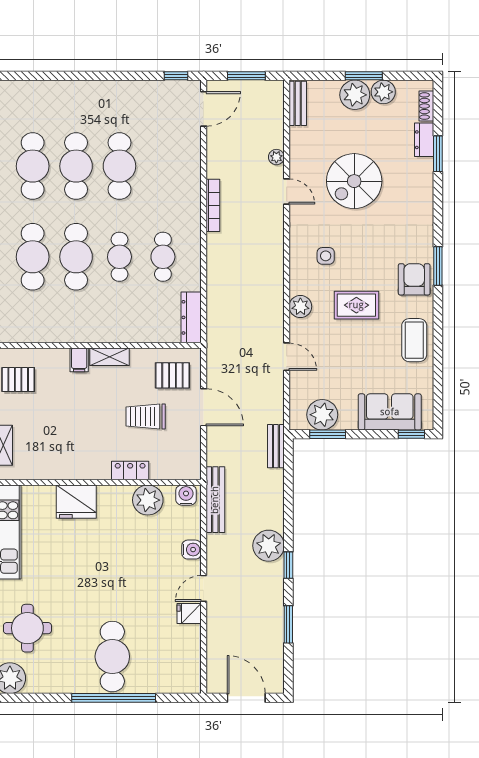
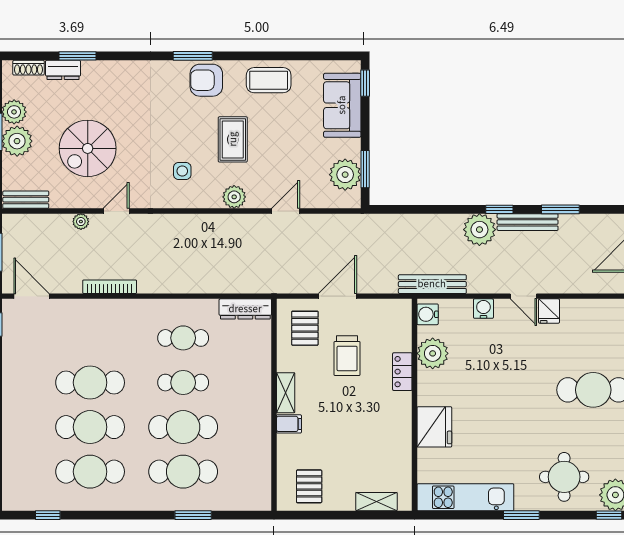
spiral stairs: (354, 181) -> (88, 148), moved, turned 90
bookcase: (213, 205) -> (110, 287), moved
bench: (276, 446) -> (528, 222), moved, width x1.36

